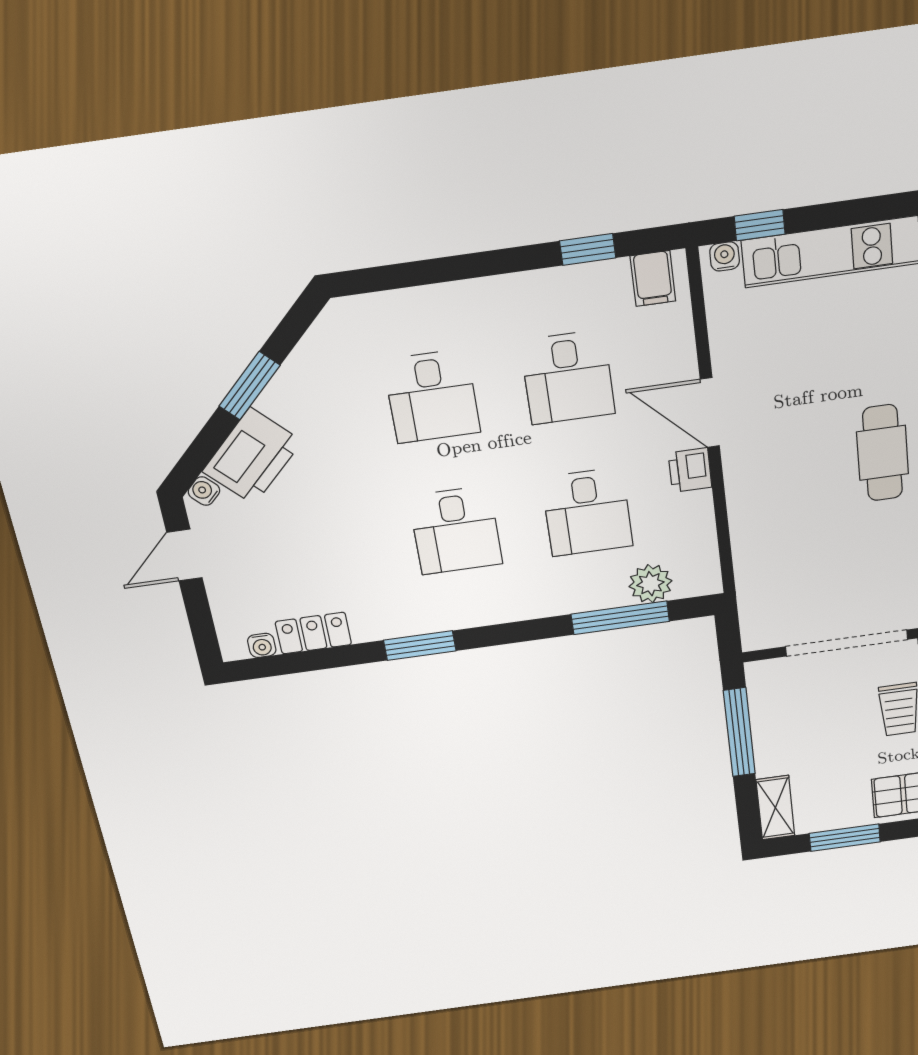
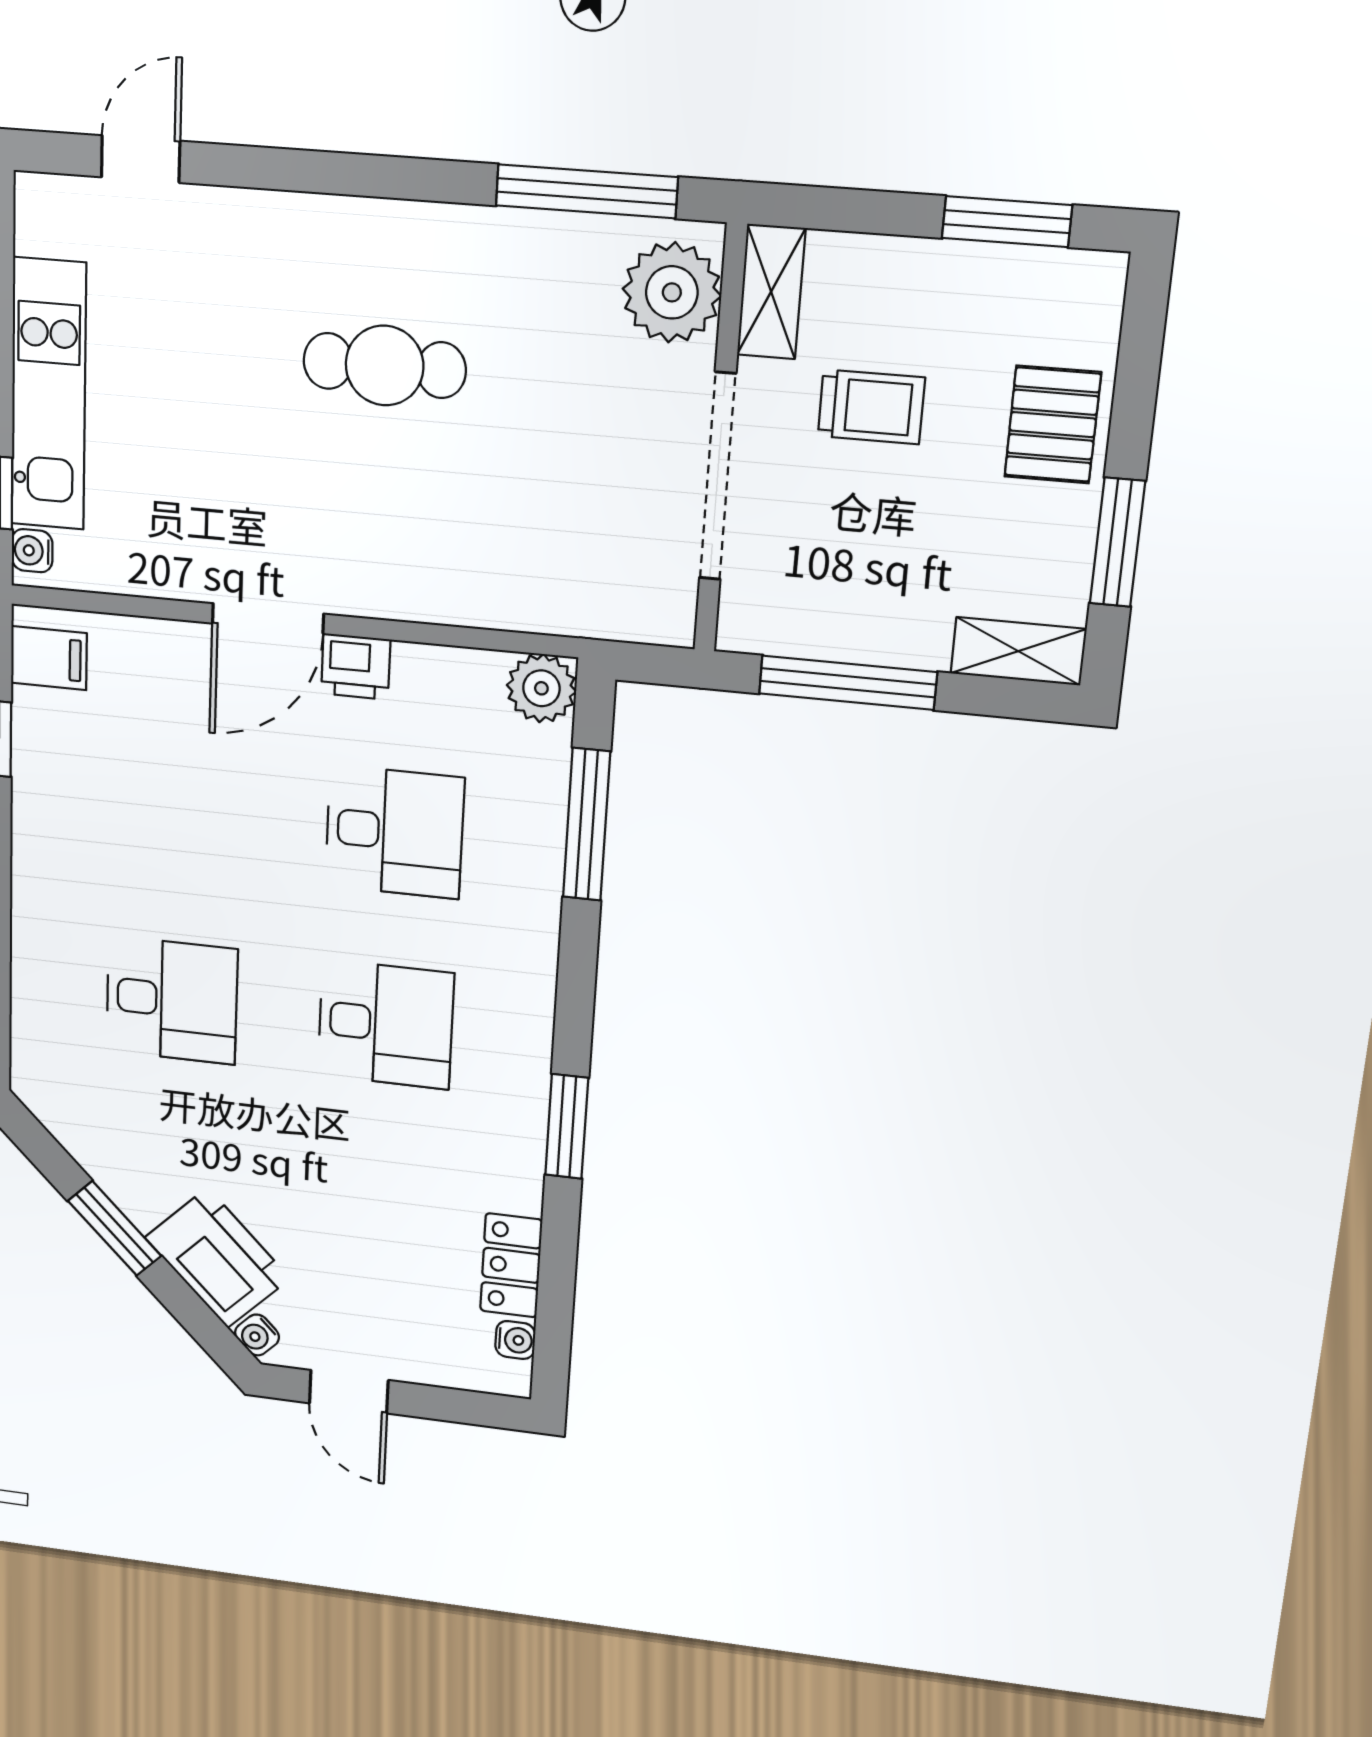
desk: (568, 377) -> (176, 809), removed
plant: (650, 584) -> (541, 688), moved

